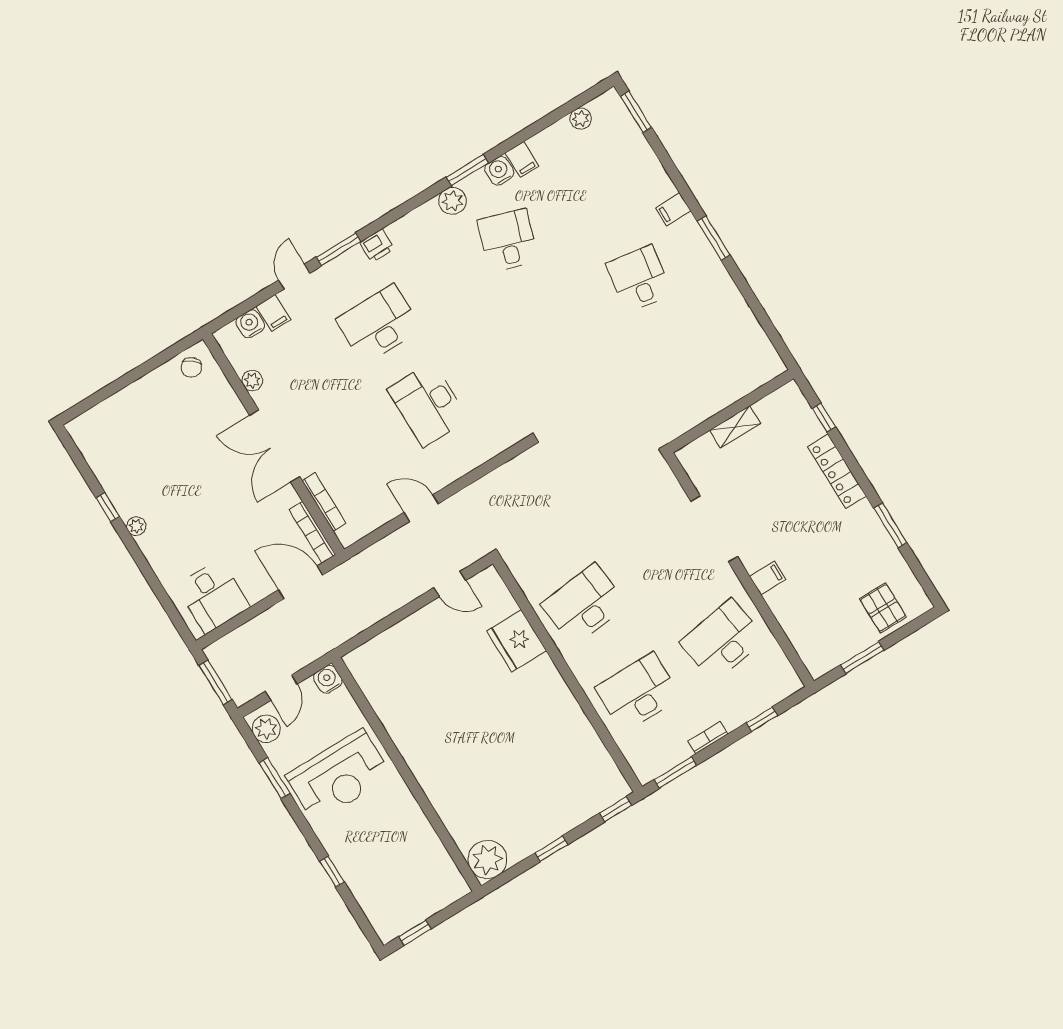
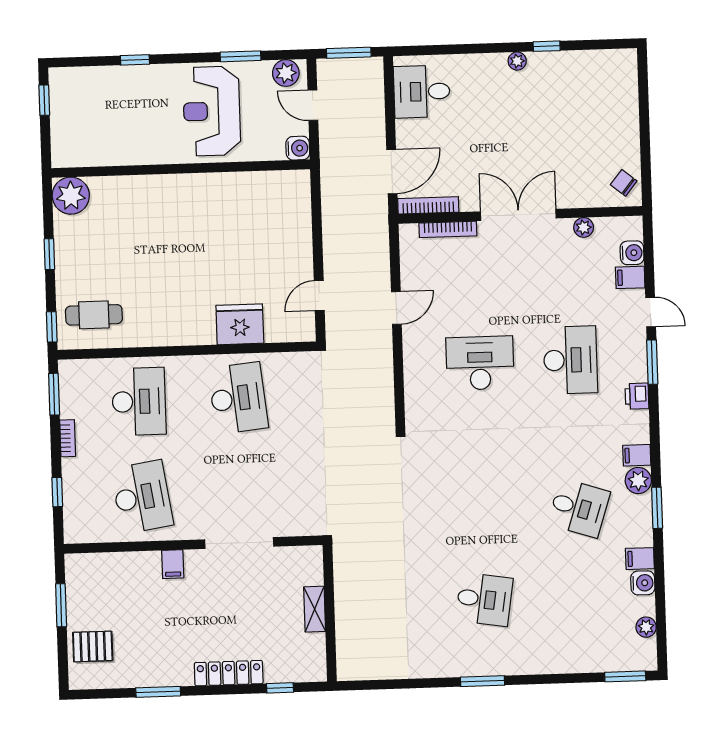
water cooler: (499, 171) -> (643, 583), moved
filing cabinet: (673, 209) -> (637, 455), moved, turned -90
cafe table: (583, 777) -> (94, 315), added

